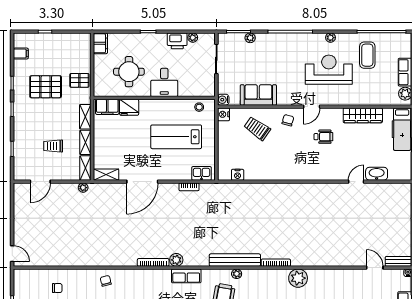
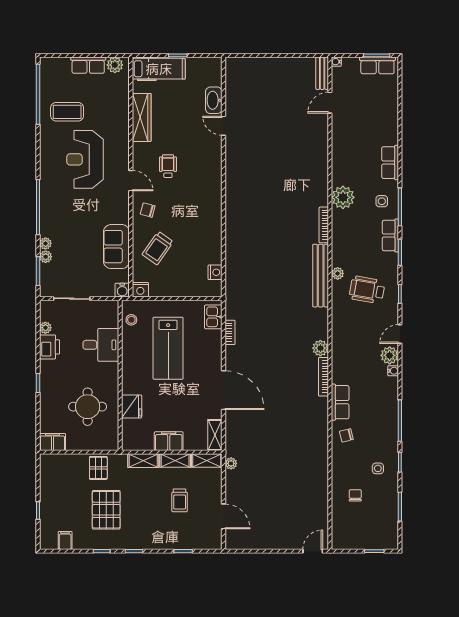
plant: (330, 38) -> (45, 243), moved
desk: (164, 82) -> (101, 345), moved
filing cabinet: (107, 107) -> (169, 441), moved, turned -90
row of seats: (186, 276) -> (340, 402), moved

